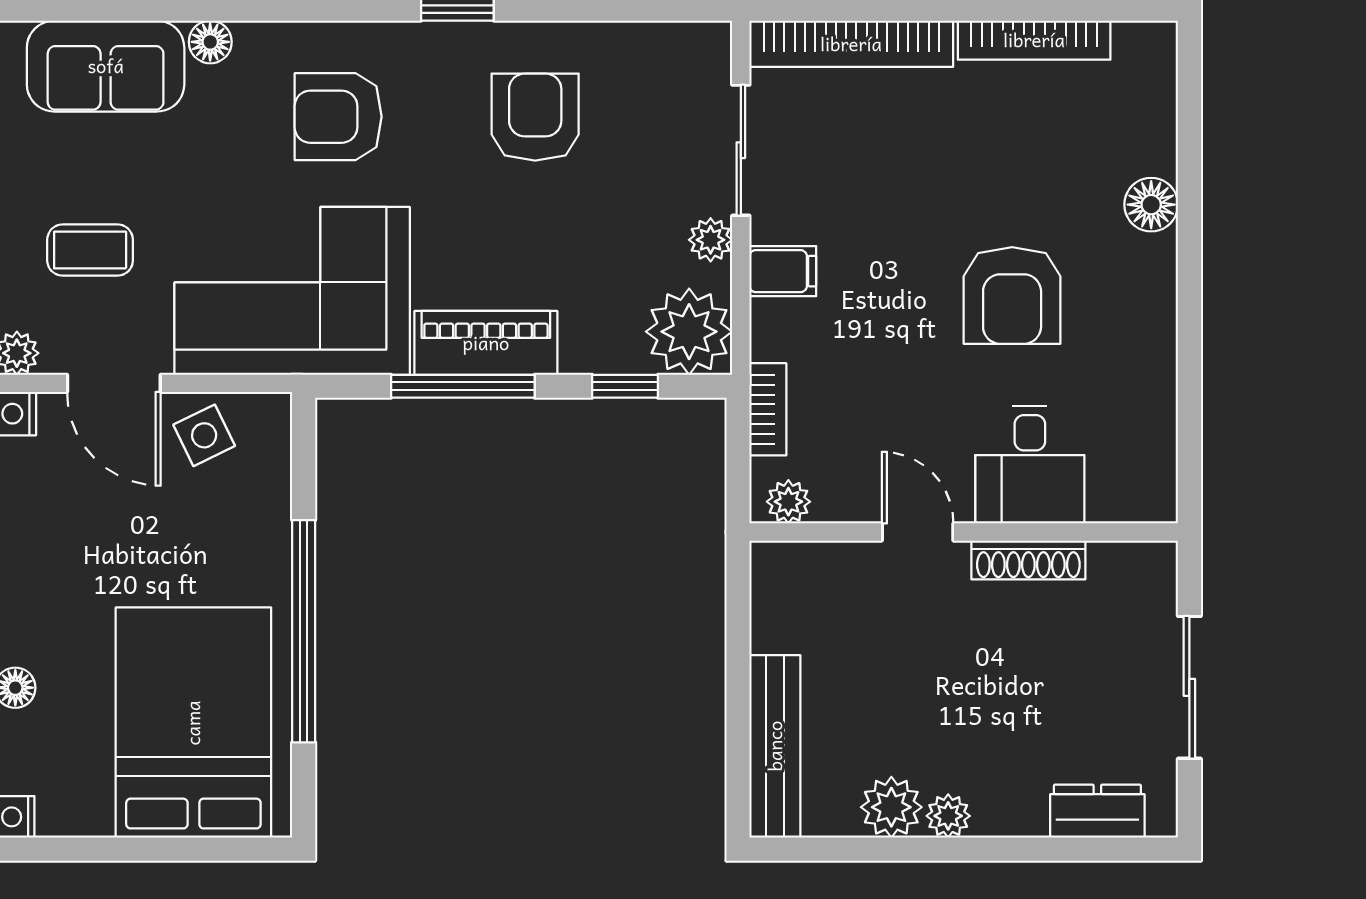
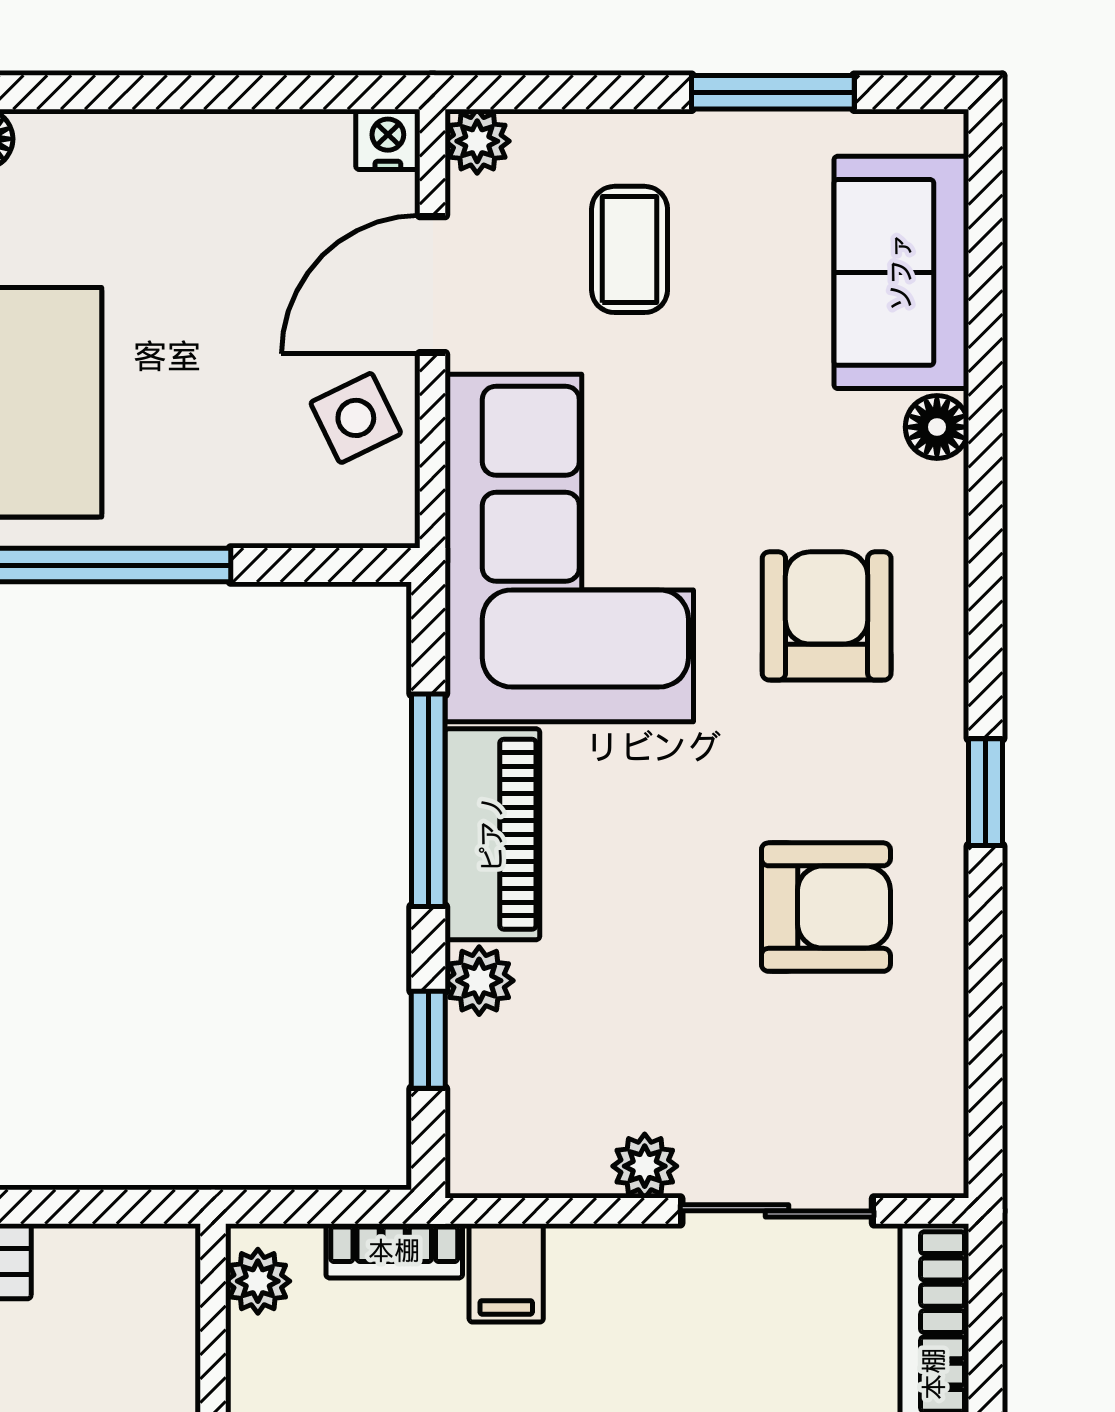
filing cabinet: (783, 271) -> (506, 1273), moved
plant: (689, 332) -> (479, 981), moved, width x0.53, depth x0.53

